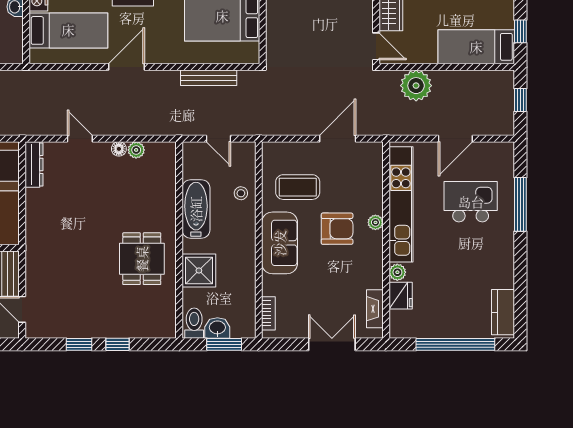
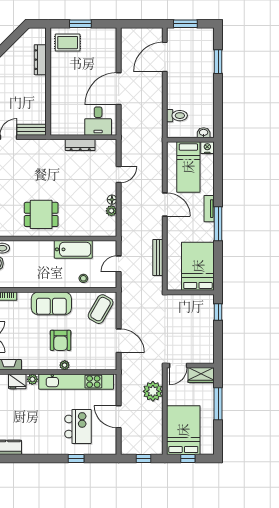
bed: (476, 47) -> (183, 430), width x1.50
dresser: (34, 164) -> (80, 145), moved
coffee table: (298, 187) -> (101, 309), moved, turned 30
window: (520, 204) -> (76, 459), width x0.46
shower: (199, 270) -> (34, 251), removed

